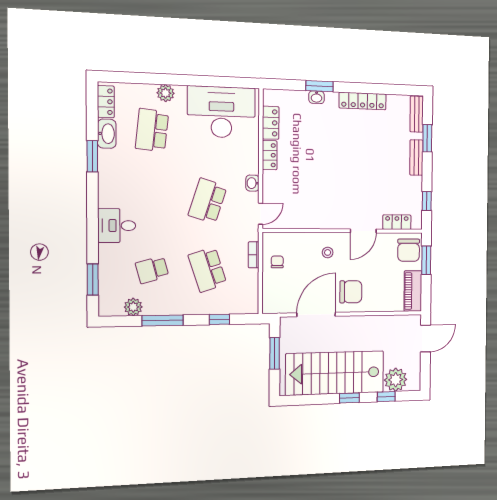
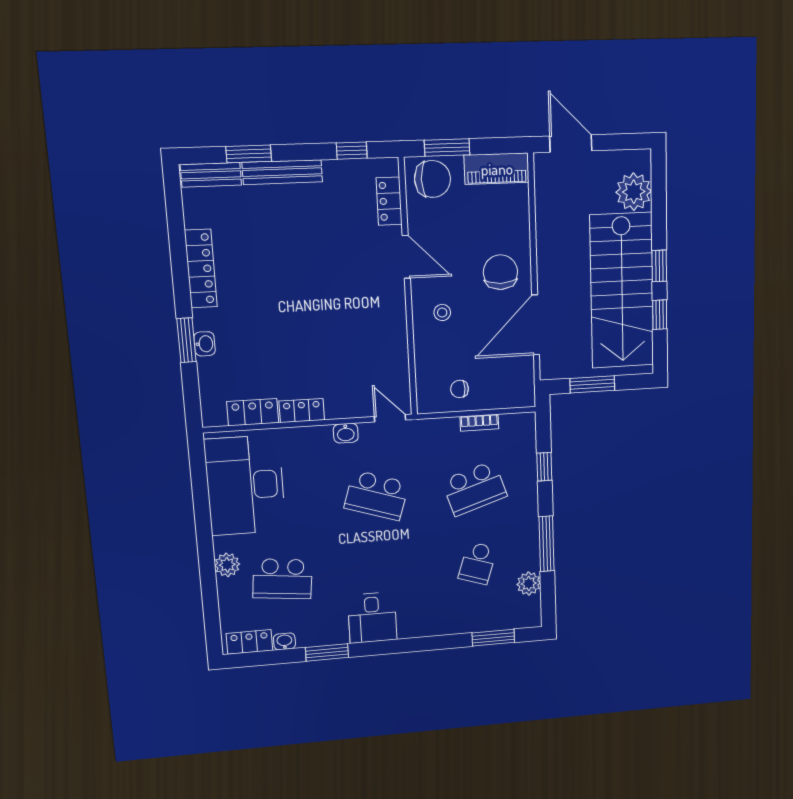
washbasin: (107, 134) -> (284, 641), width x0.52, depth x0.69
bench: (416, 158) -> (282, 172), width x1.36
desk: (117, 226) -> (372, 618), moved
bookcase: (254, 255) -> (479, 423), moved
school desk: (152, 270) -> (478, 563), turned 33
door: (316, 315) -> (536, 325), hinge flipped
window: (386, 397) -> (660, 315), moved

